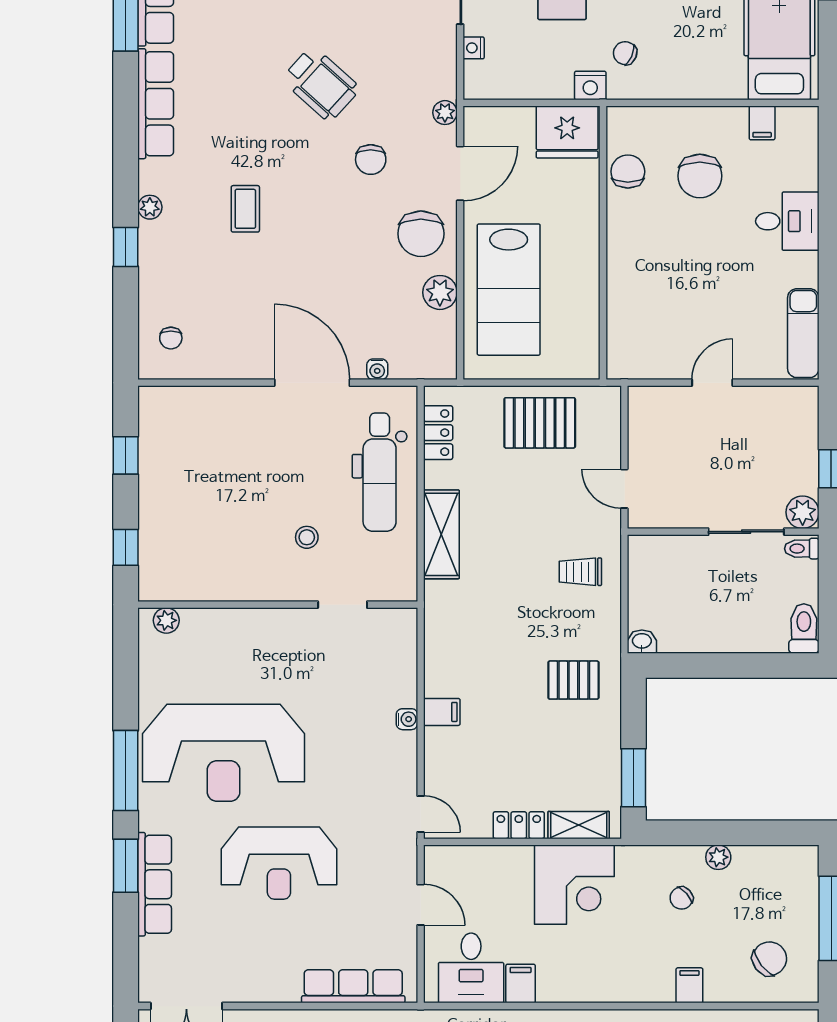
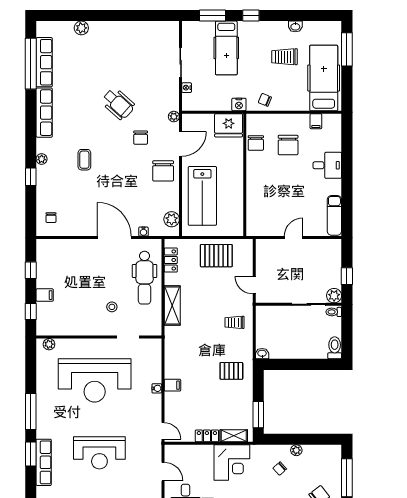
chair: (625, 53) -> (265, 100), moved
chair: (628, 172) -> (256, 143), turned 180
plant: (440, 292) -> (172, 219), moved
filing cabinet: (157, 511) -> (45, 295), added
reception desk: (224, 753) -> (95, 380), moved

